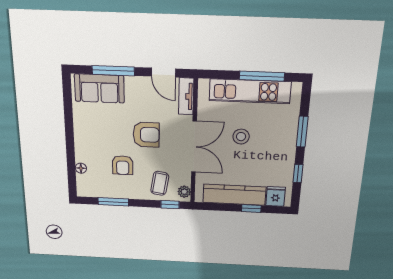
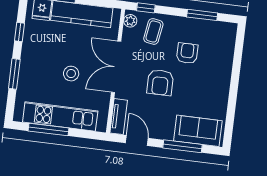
armchair: (146, 135) -> (160, 82), turned -90
floor lamp: (81, 168) -> (229, 53), removed

